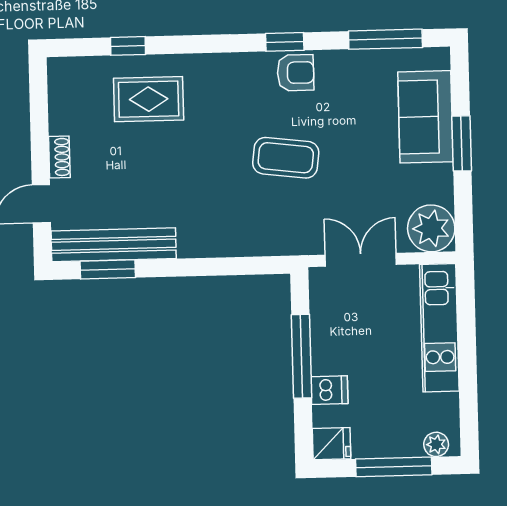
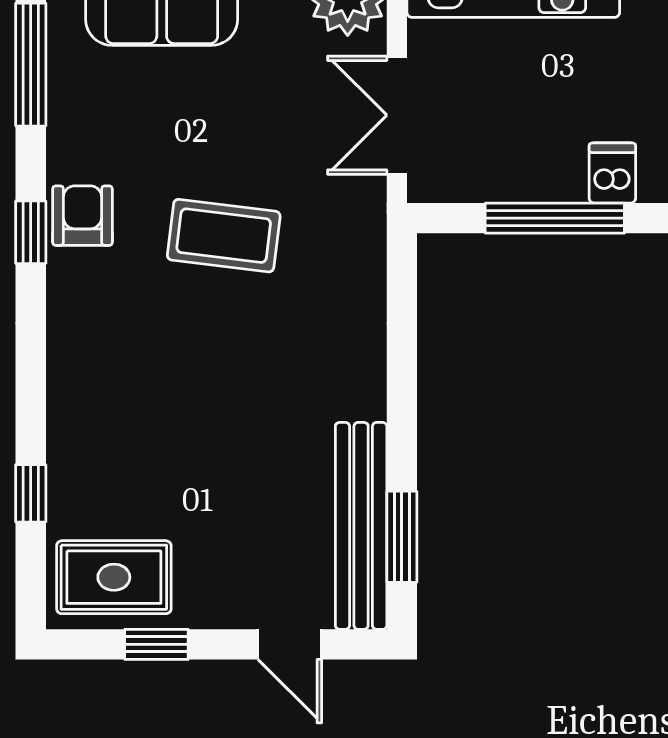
rug: (149, 99) -> (114, 577), moved, turned 90
window: (39, 124) -> (156, 644), added
shoe rack: (59, 157) -> (213, 612), removed
coffee table: (286, 158) -> (224, 236), turned 90

